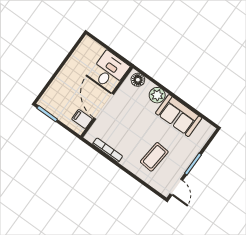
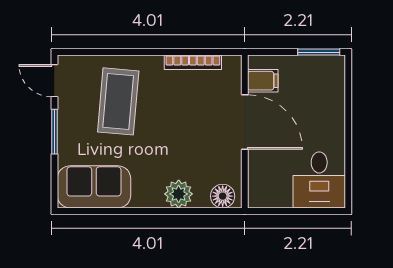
desk: (109, 70) -> (319, 180), moved
sofa: (179, 116) -> (94, 187), moved
coffee table: (154, 157) -> (118, 101), width x1.36, depth x1.32

